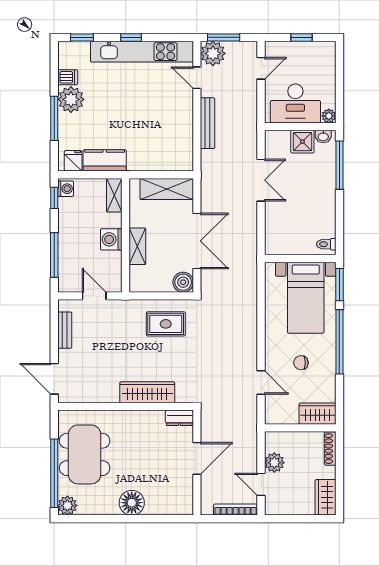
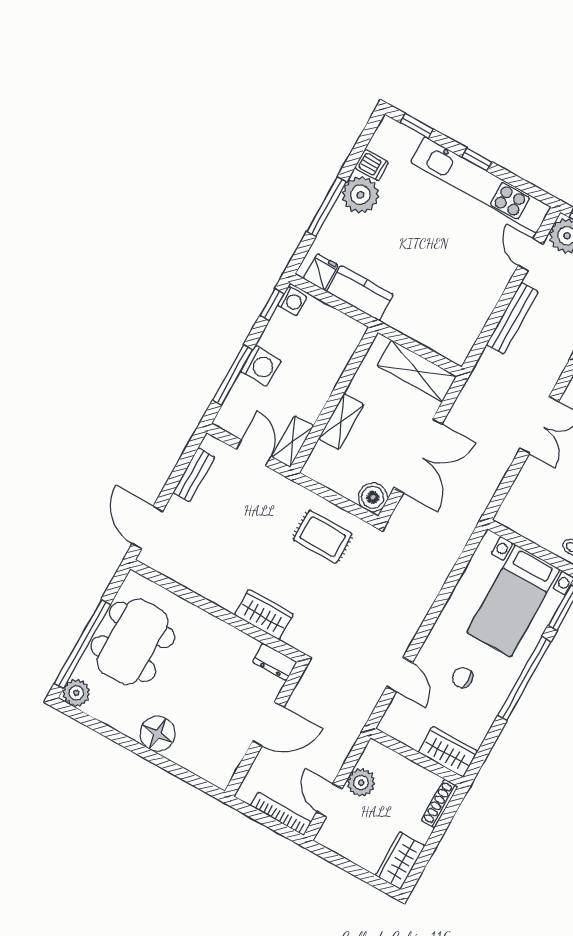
shelving: (114, 195) -> (293, 442), moved
washing machine: (111, 239) -> (261, 366), moved, turned 180
wardrobe: (147, 392) -> (264, 615), width x0.67

